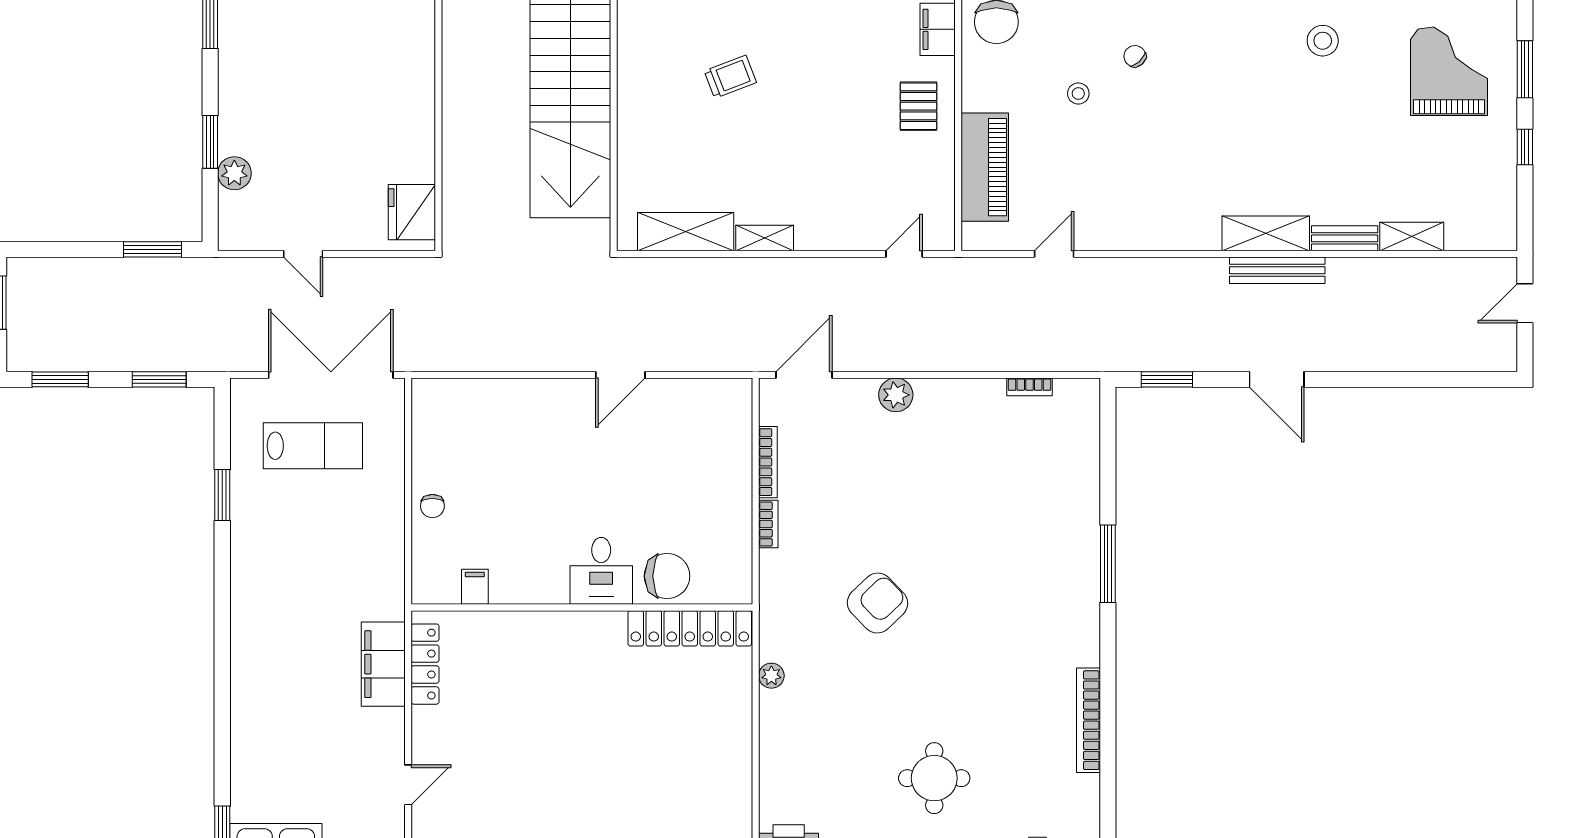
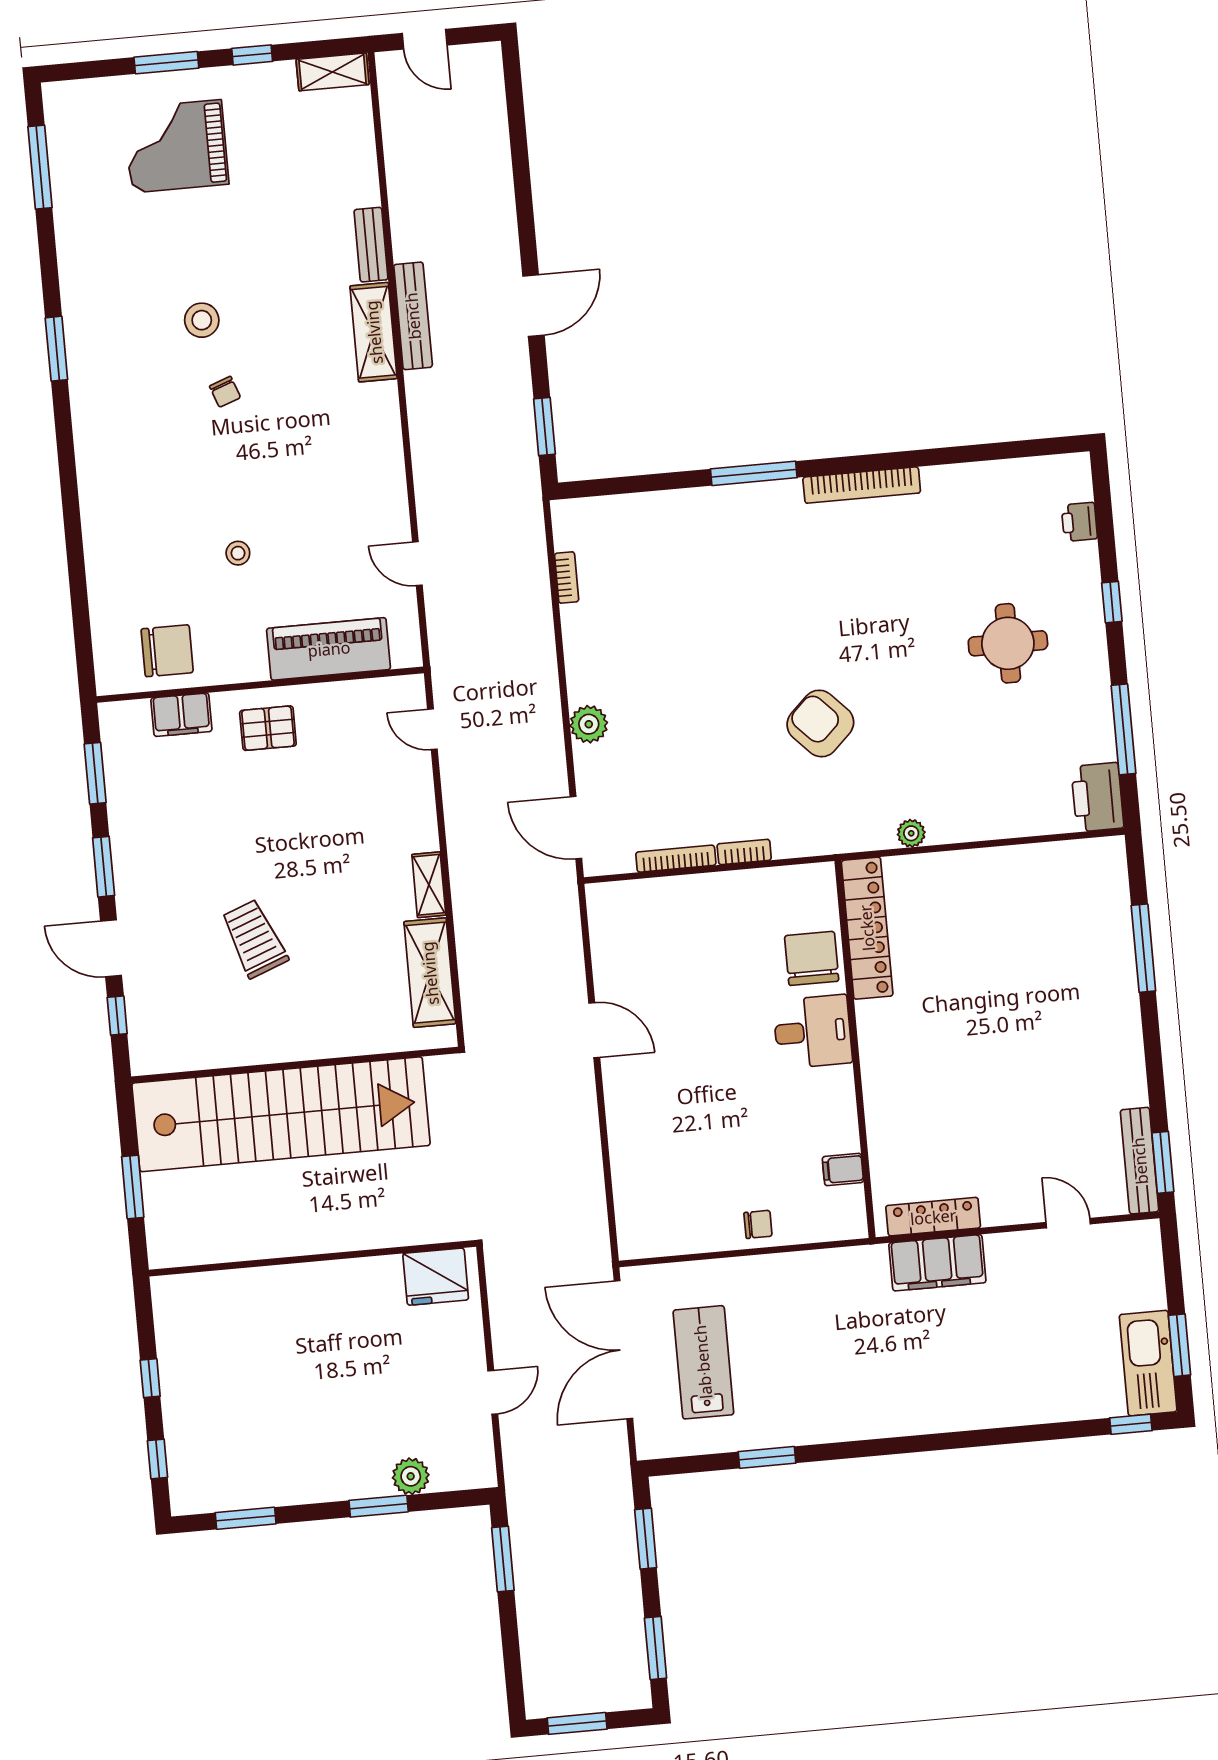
stool: (1323, 41) -> (202, 320), moved
chair: (1135, 56) -> (225, 392), moved, turned -67
trolley: (730, 77) -> (254, 939), width x1.36, depth x1.39
shelving: (1412, 237) -> (333, 72), moved, turned 90
bookcase: (1088, 720) -> (862, 485), moved

